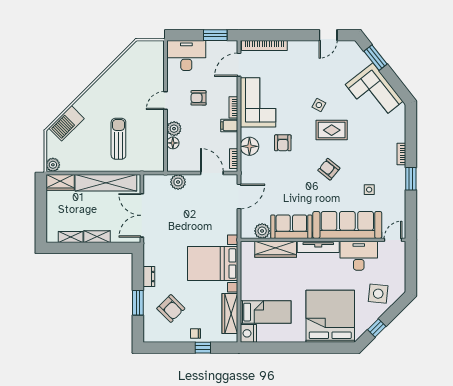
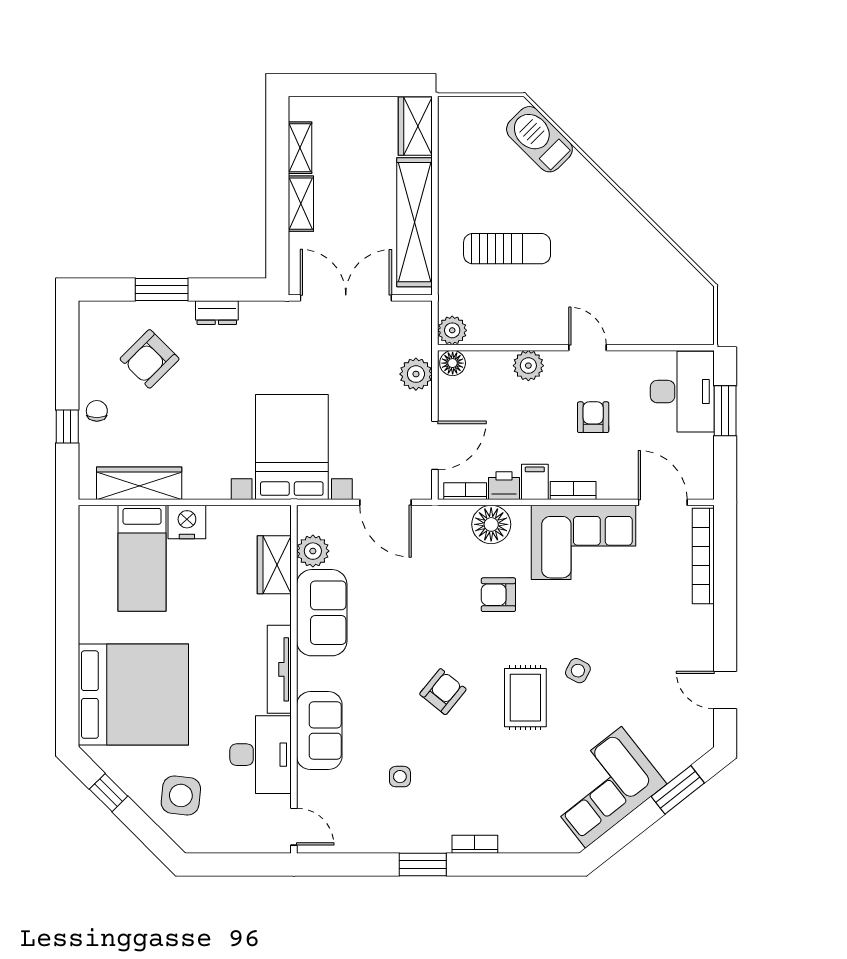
window: (215, 35) -> (725, 411), moved
printer: (231, 140) -> (504, 486), added
floor lamp: (173, 143) -> (453, 363), moved
plant: (53, 165) -> (452, 330), moved
sofa: (347, 225) -> (319, 731), width x0.54, depth x0.79
wardrobe: (276, 249) -> (274, 565), width x0.67
bed with nightstands: (213, 264) -> (292, 447), moved
nightstand: (248, 333) -> (187, 522), moved

